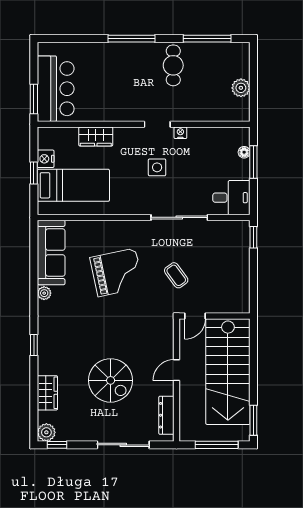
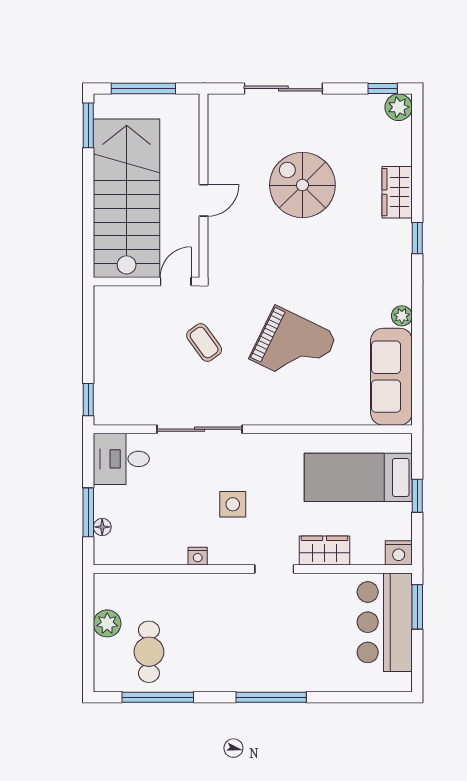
cafe table: (173, 65) -> (149, 652), moved
doorway: (157, 124) -> (274, 569), moved
nightstand: (46, 159) -> (399, 553), moved, turned 90
grand piano: (117, 272) -> (293, 347), turned -142
wardrobe: (47, 393) -> (397, 192), moved
dresser: (166, 415) -> (219, 133), removed

